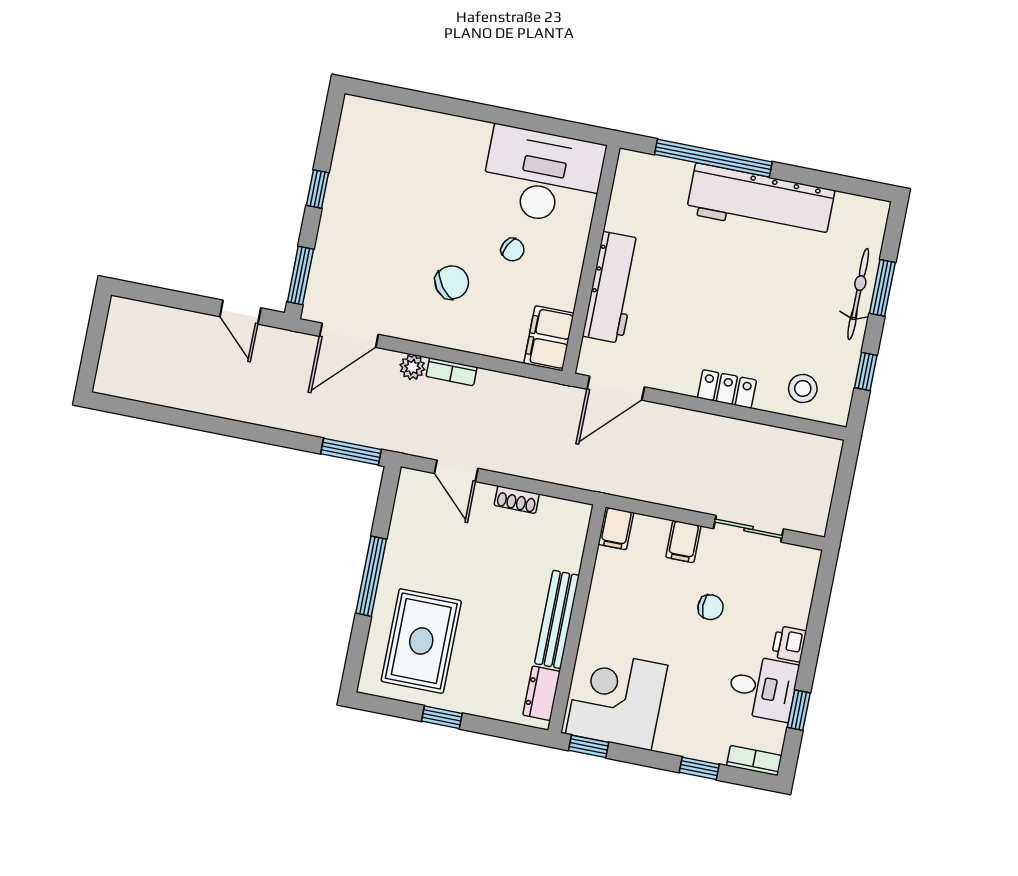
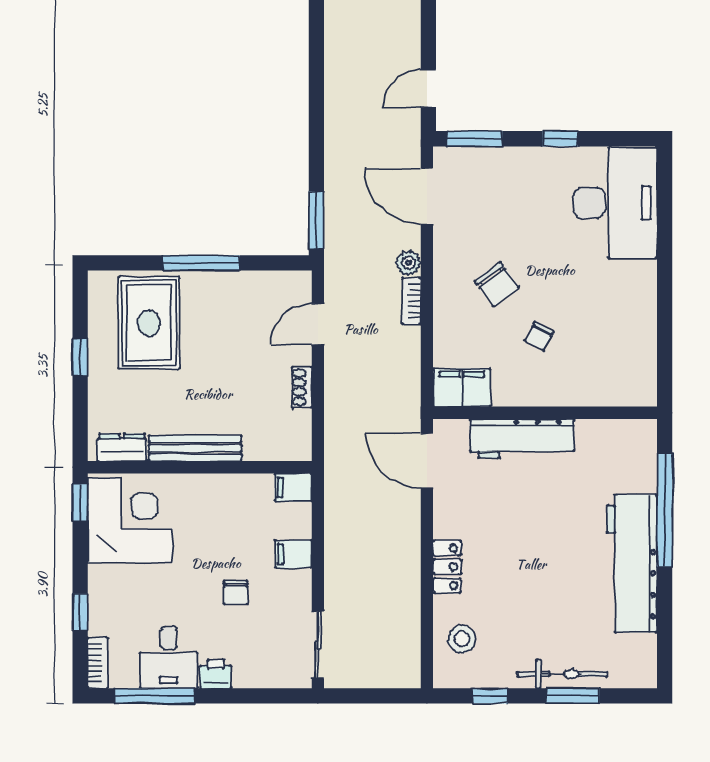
desk: (543, 176) -> (615, 203), moved
sliding door: (749, 529) -> (318, 645), moved
rug: (421, 641) -> (149, 323), turned 90
window: (799, 710) -> (154, 696), width x2.17

